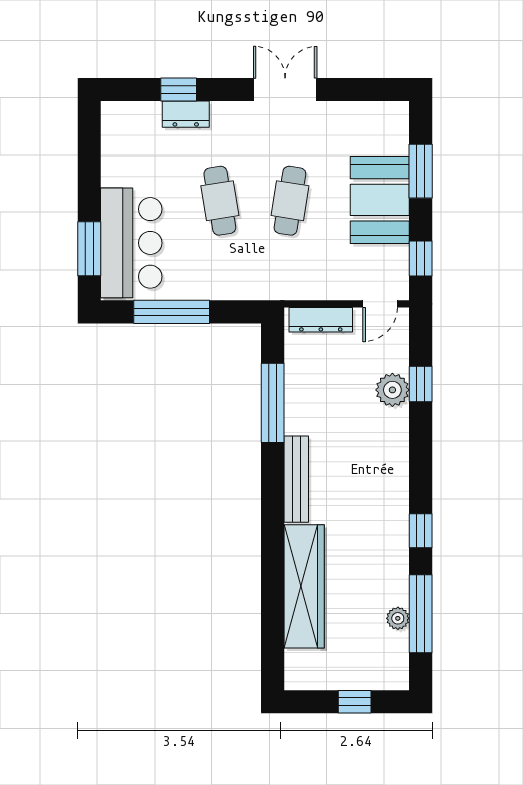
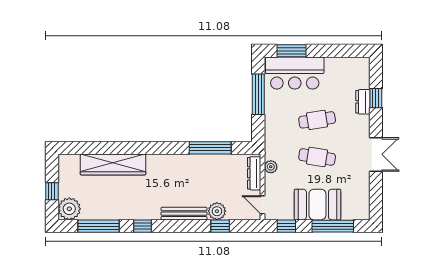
window: (421, 171) -> (333, 226), width x1.44
plant: (308, 288) -> (271, 167), added
bench: (296, 479) -> (184, 214), moved
plant: (398, 618) -> (69, 209), moved, width x1.87, depth x1.87

